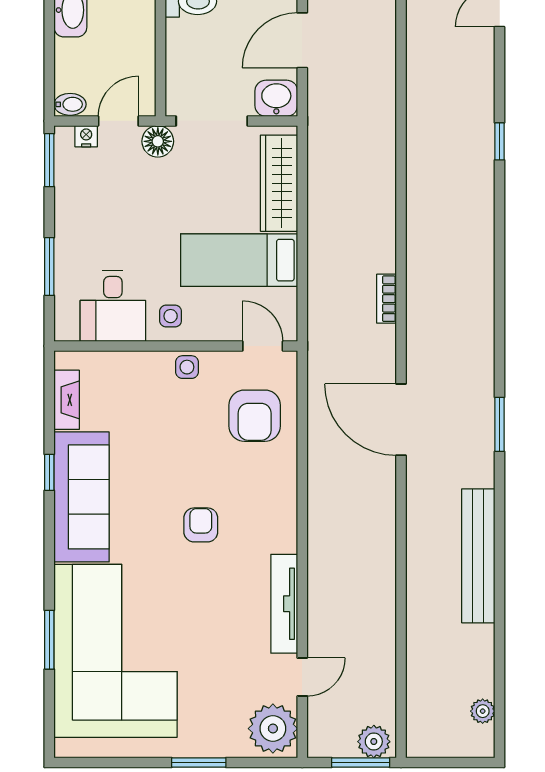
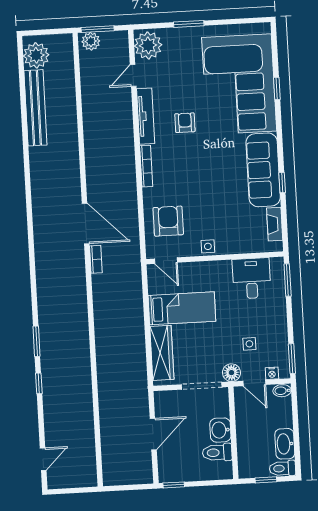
washbasin: (276, 98) -> (220, 430), moved, turned 90
door: (118, 121) -> (254, 383), hinge flipped
window: (49, 266) -> (288, 280), moved
bookcase: (386, 299) -> (96, 259), moved
side table: (171, 316) -> (249, 344), moved
window: (500, 424) -> (36, 341), moved
bookcase: (288, 515) -> (146, 166), added
armchair: (201, 525) -> (185, 123), moved, turned 180
bench: (478, 556) -> (35, 108), moved
window: (49, 640) -> (277, 88), width x0.67
plant: (483, 711) -> (36, 55), width x1.87, depth x1.87

